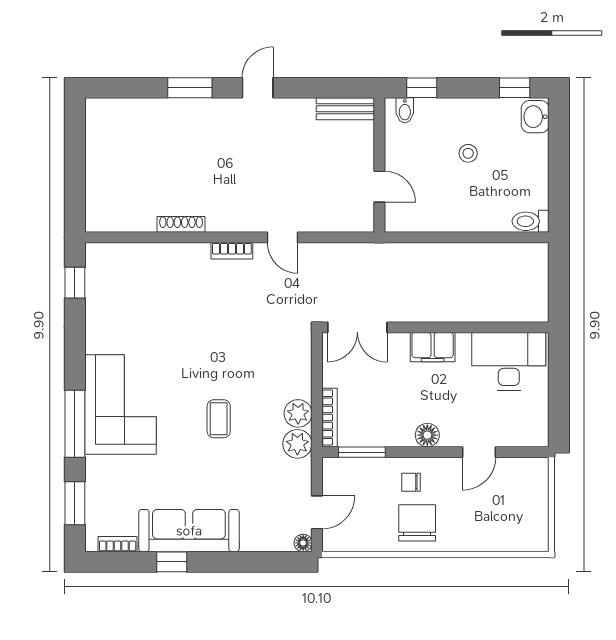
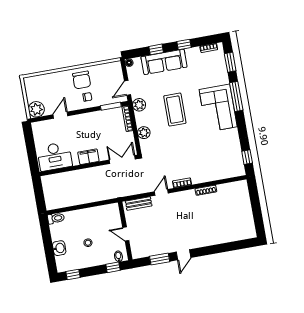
window: (190, 88) -> (160, 259), moved
bench: (345, 109) -> (139, 203), moved
washbasin: (535, 117) -> (59, 248), moved
door: (379, 187) -> (126, 234), moved
door: (283, 237) -> (161, 192), hinge flipped
plant: (298, 413) -> (144, 133), moved
coffee table: (219, 419) -> (175, 110), width x1.86, depth x1.72
floor lamp: (427, 435) -> (84, 118), removed
plant: (531, 475) -> (36, 109), added
door: (317, 512) -> (127, 88), moved
sofa: (189, 531) -> (164, 62), moved
window: (237, 562) -> (156, 49), added

